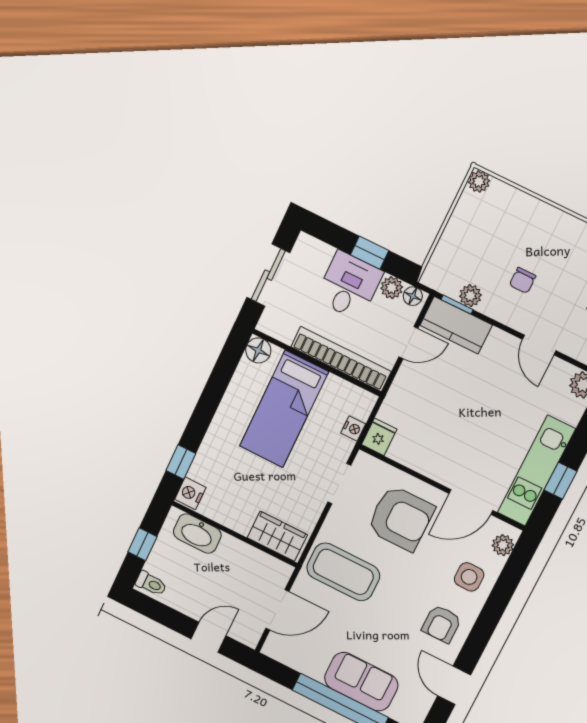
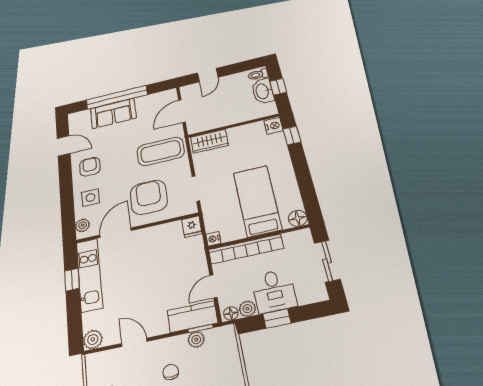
nightstand: (353, 428) -> (213, 239), moved
armchair: (401, 518) -> (149, 197), turned 90
washbasin: (197, 533) -> (263, 91), moved, turned -90

